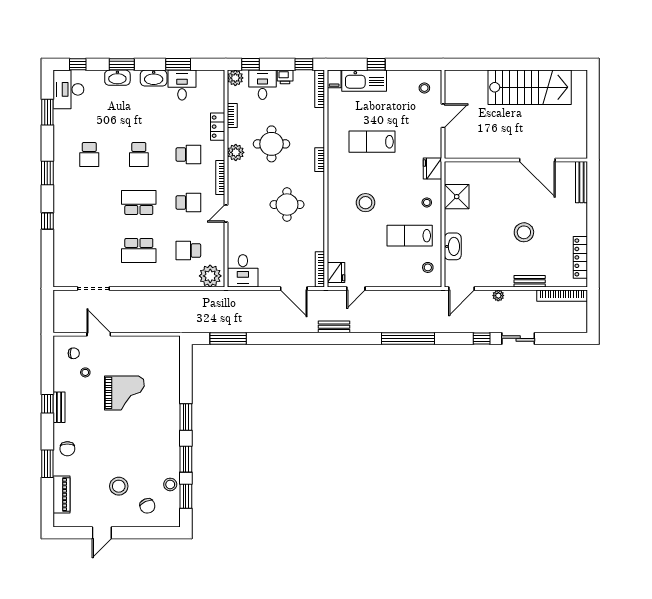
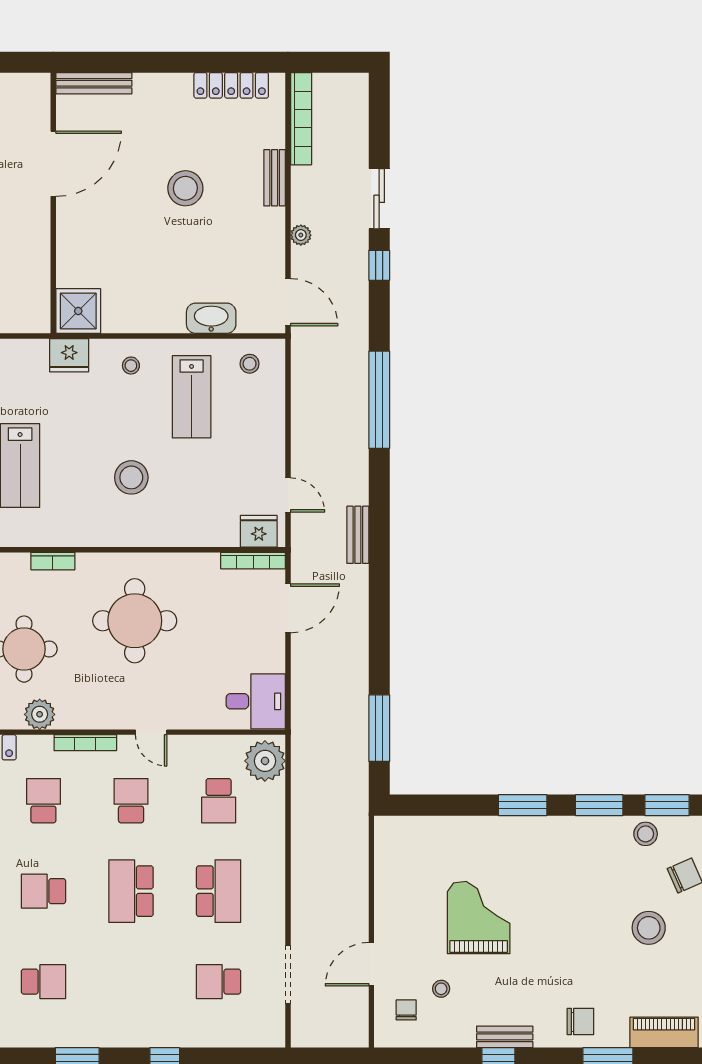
school desk: (139, 155) -> (43, 891), turned 180
shower: (457, 197) -> (78, 311), moved
round table: (287, 205) -> (135, 621), width x1.36, depth x1.36
school desk: (89, 250) -> (219, 982), added

